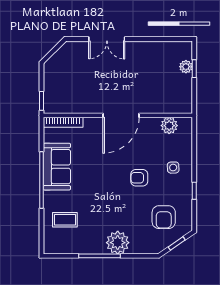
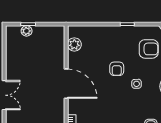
side table: (173, 168) -> (137, 84), moved

